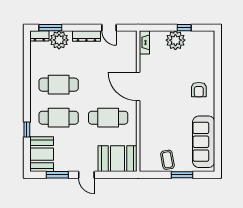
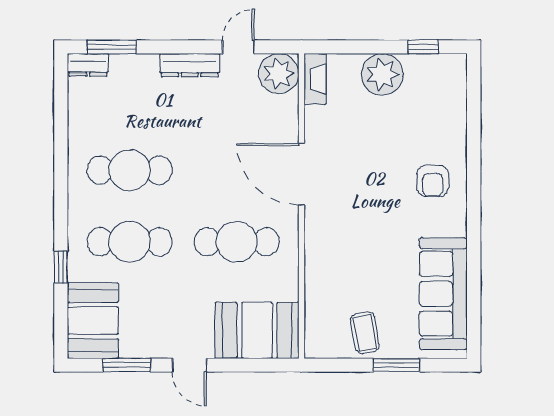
door: (109, 28) -> (238, 47), swing flipped
window: (184, 28) -> (423, 47), moved
plant: (59, 40) -> (279, 74), moved

